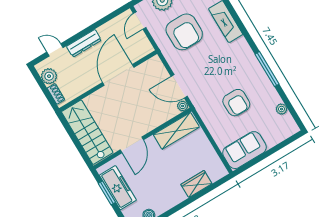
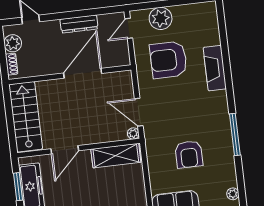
armchair: (184, 32) -> (168, 60), turned 90
dresser: (84, 43) -> (79, 24), moved
plant: (281, 109) -> (233, 194), moved

